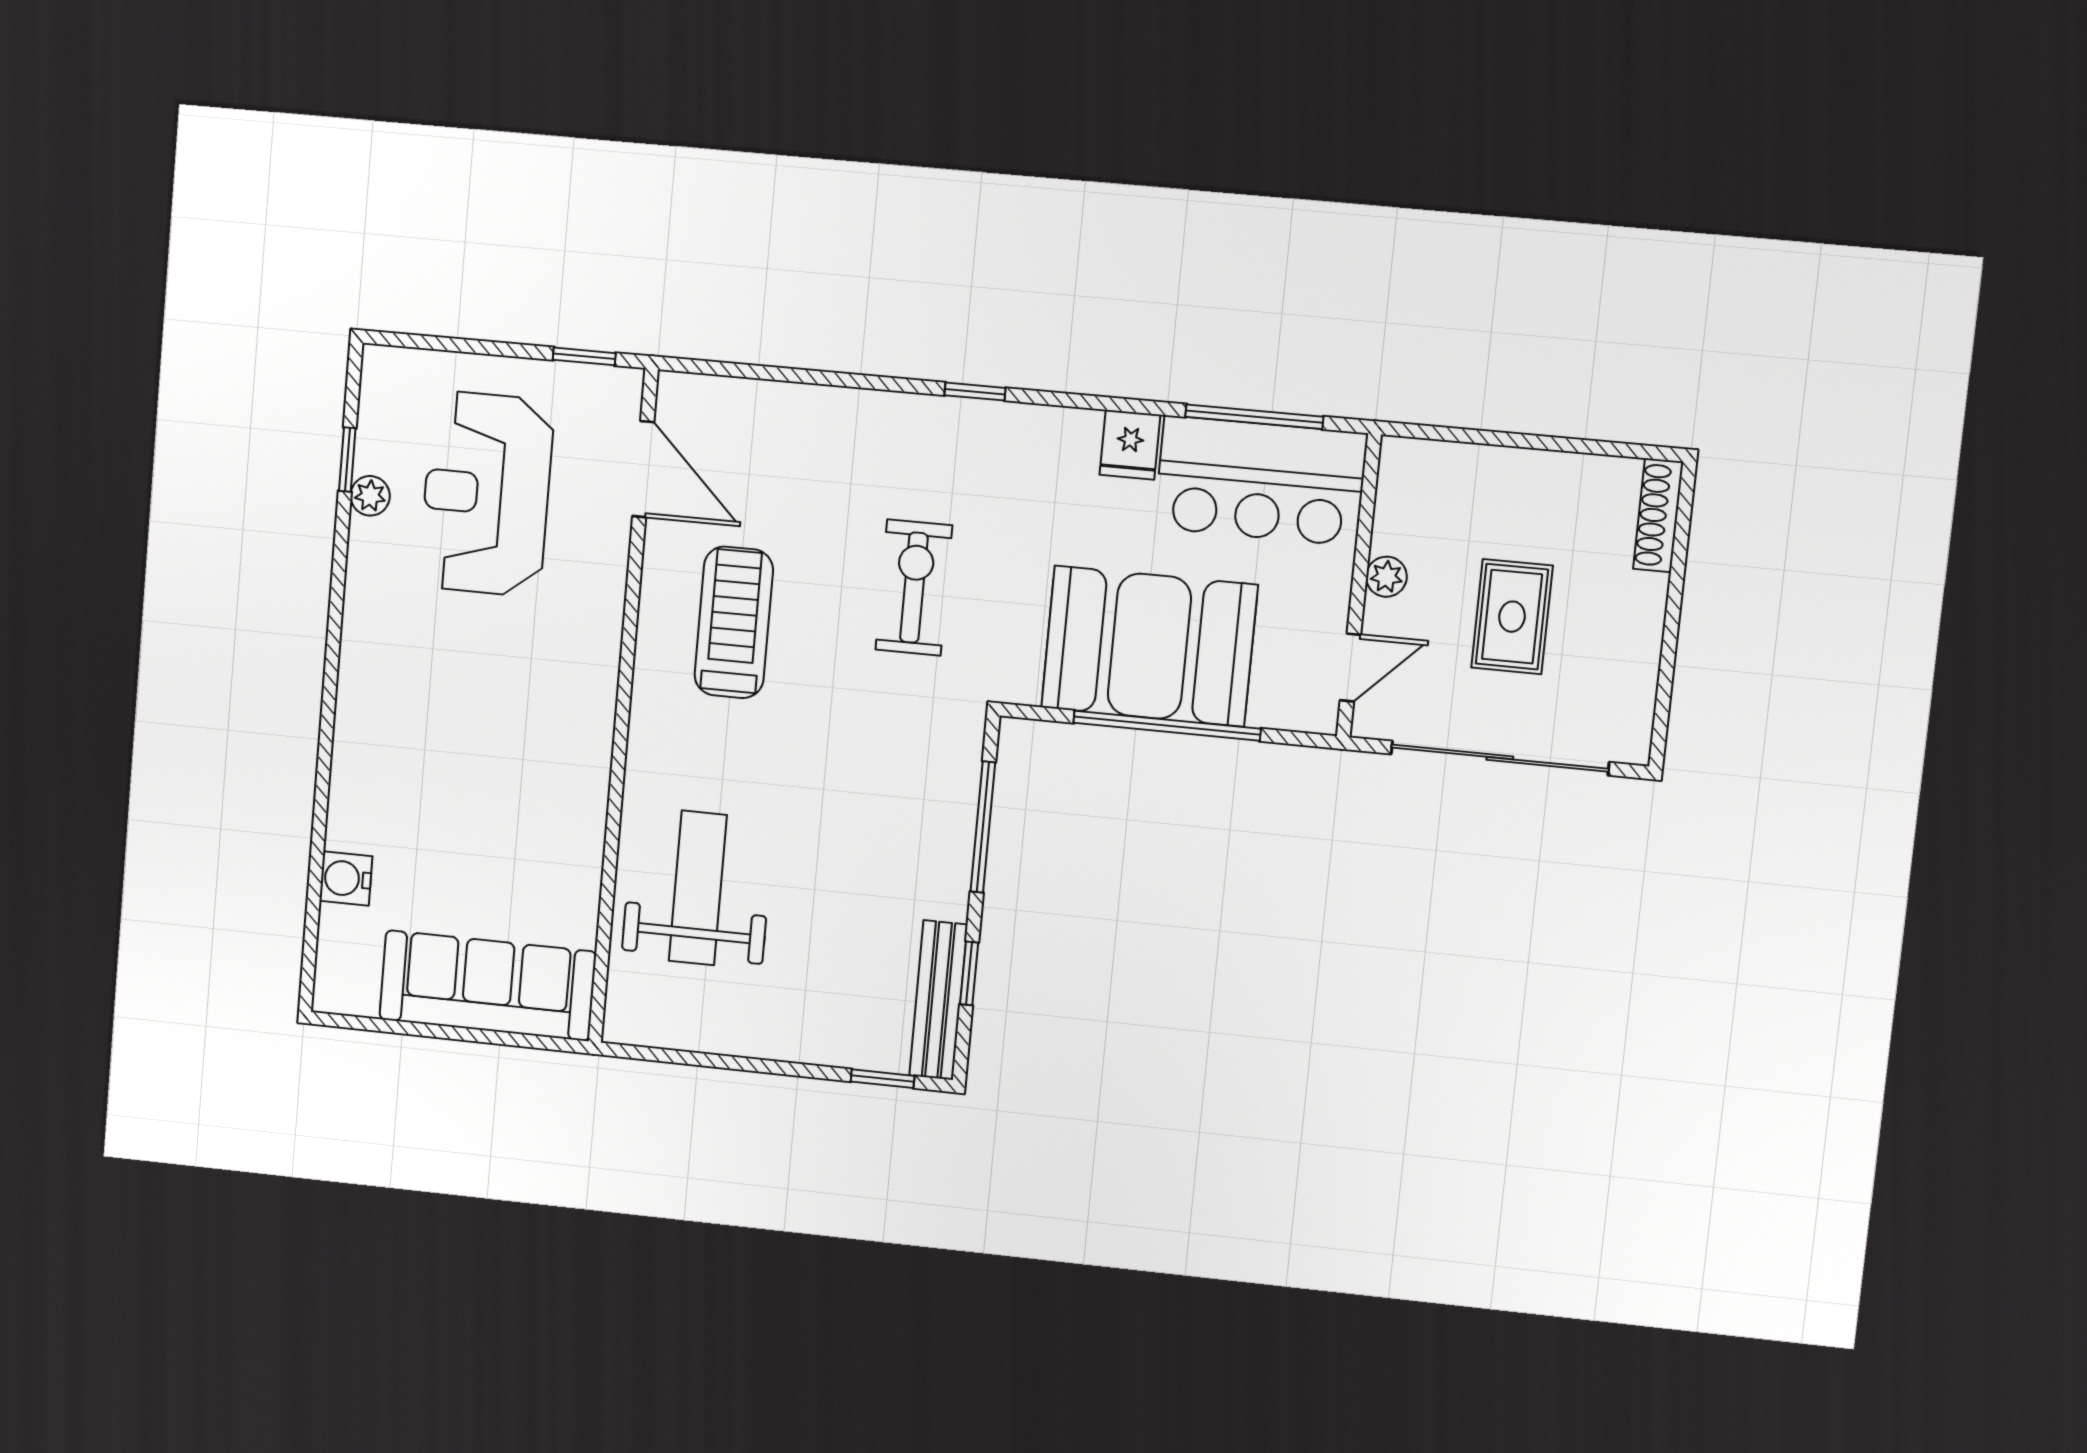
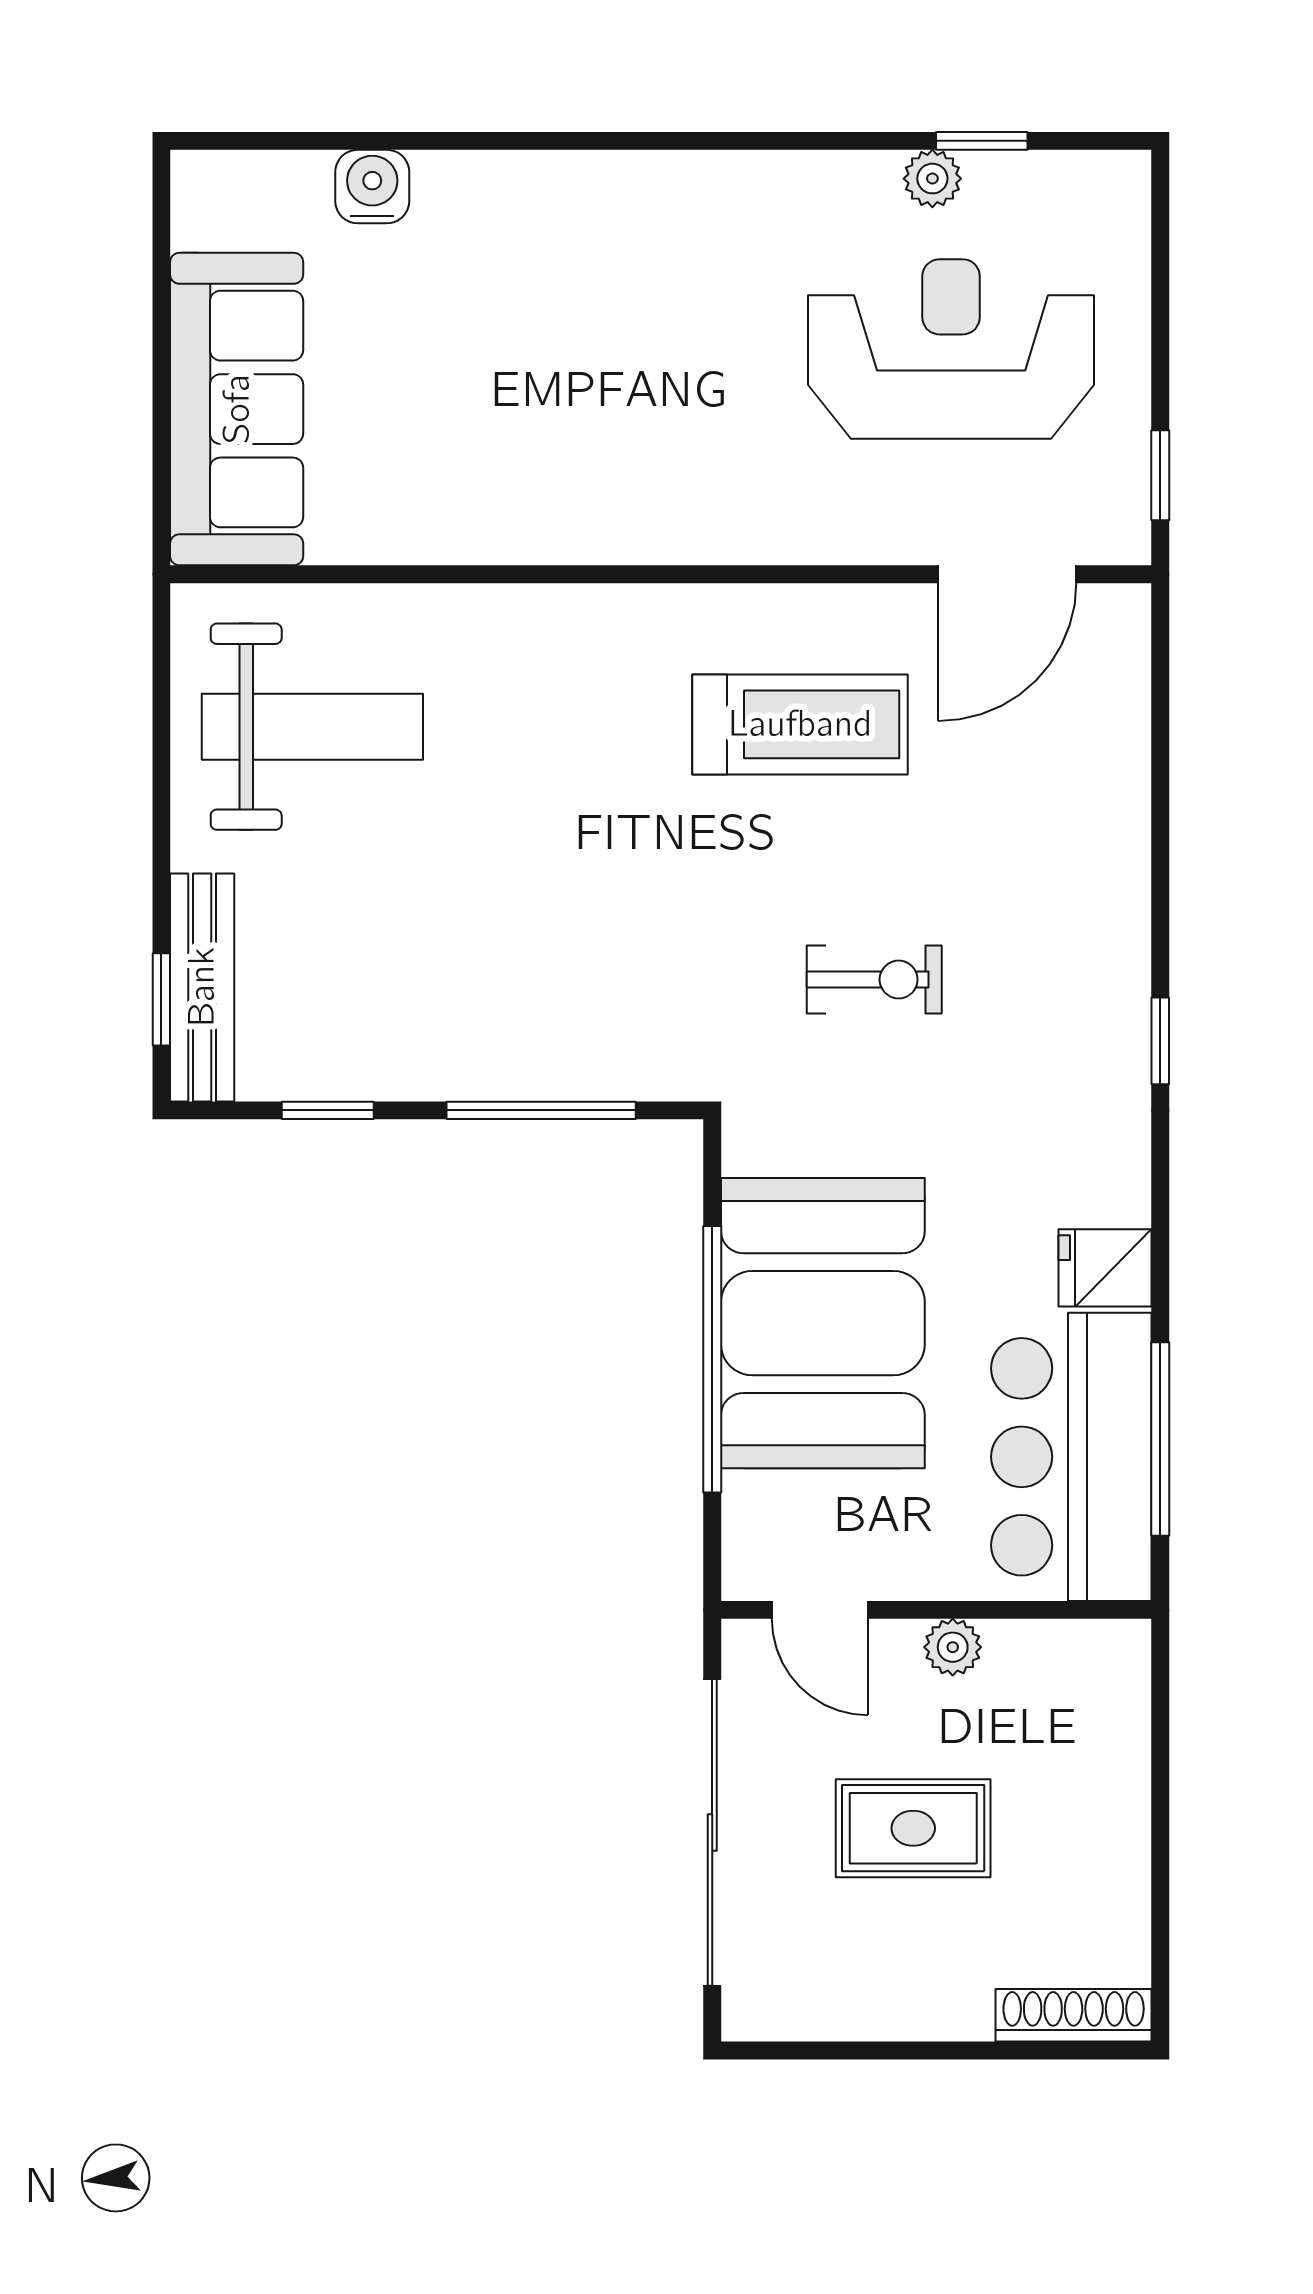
exercise bike: (914, 588) -> (874, 980), width x0.73, depth x0.72
weight bench: (698, 888) -> (312, 727), moved
bench: (938, 1000) -> (202, 987), moved, turned 90

